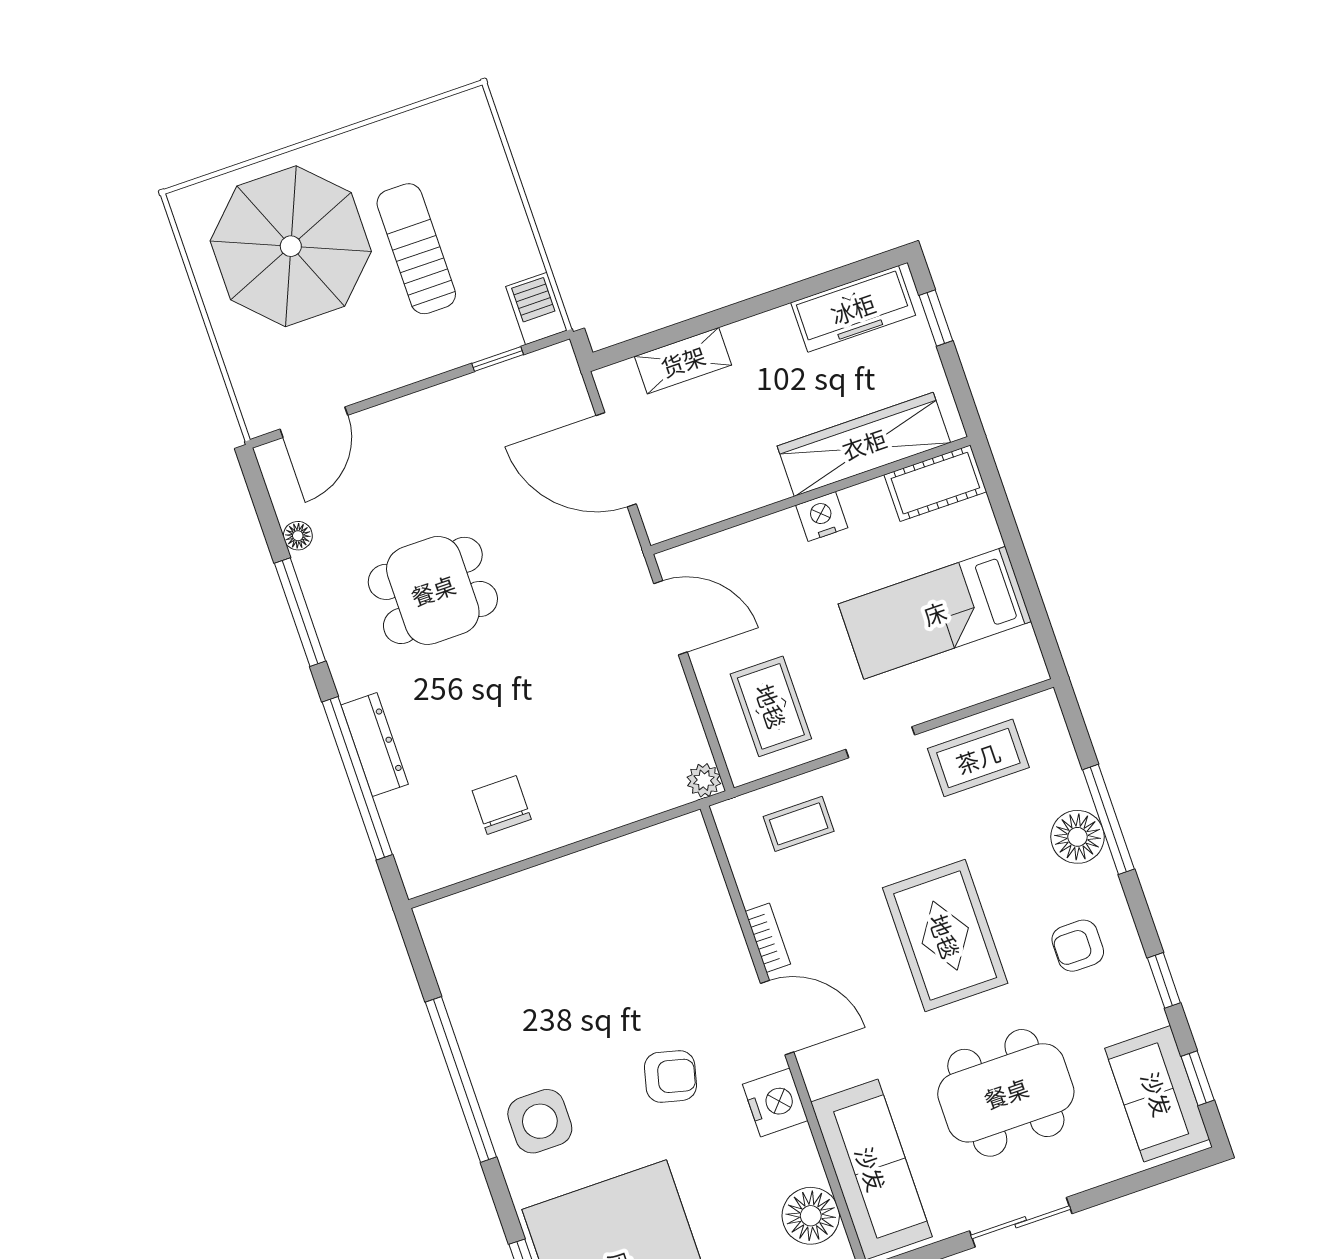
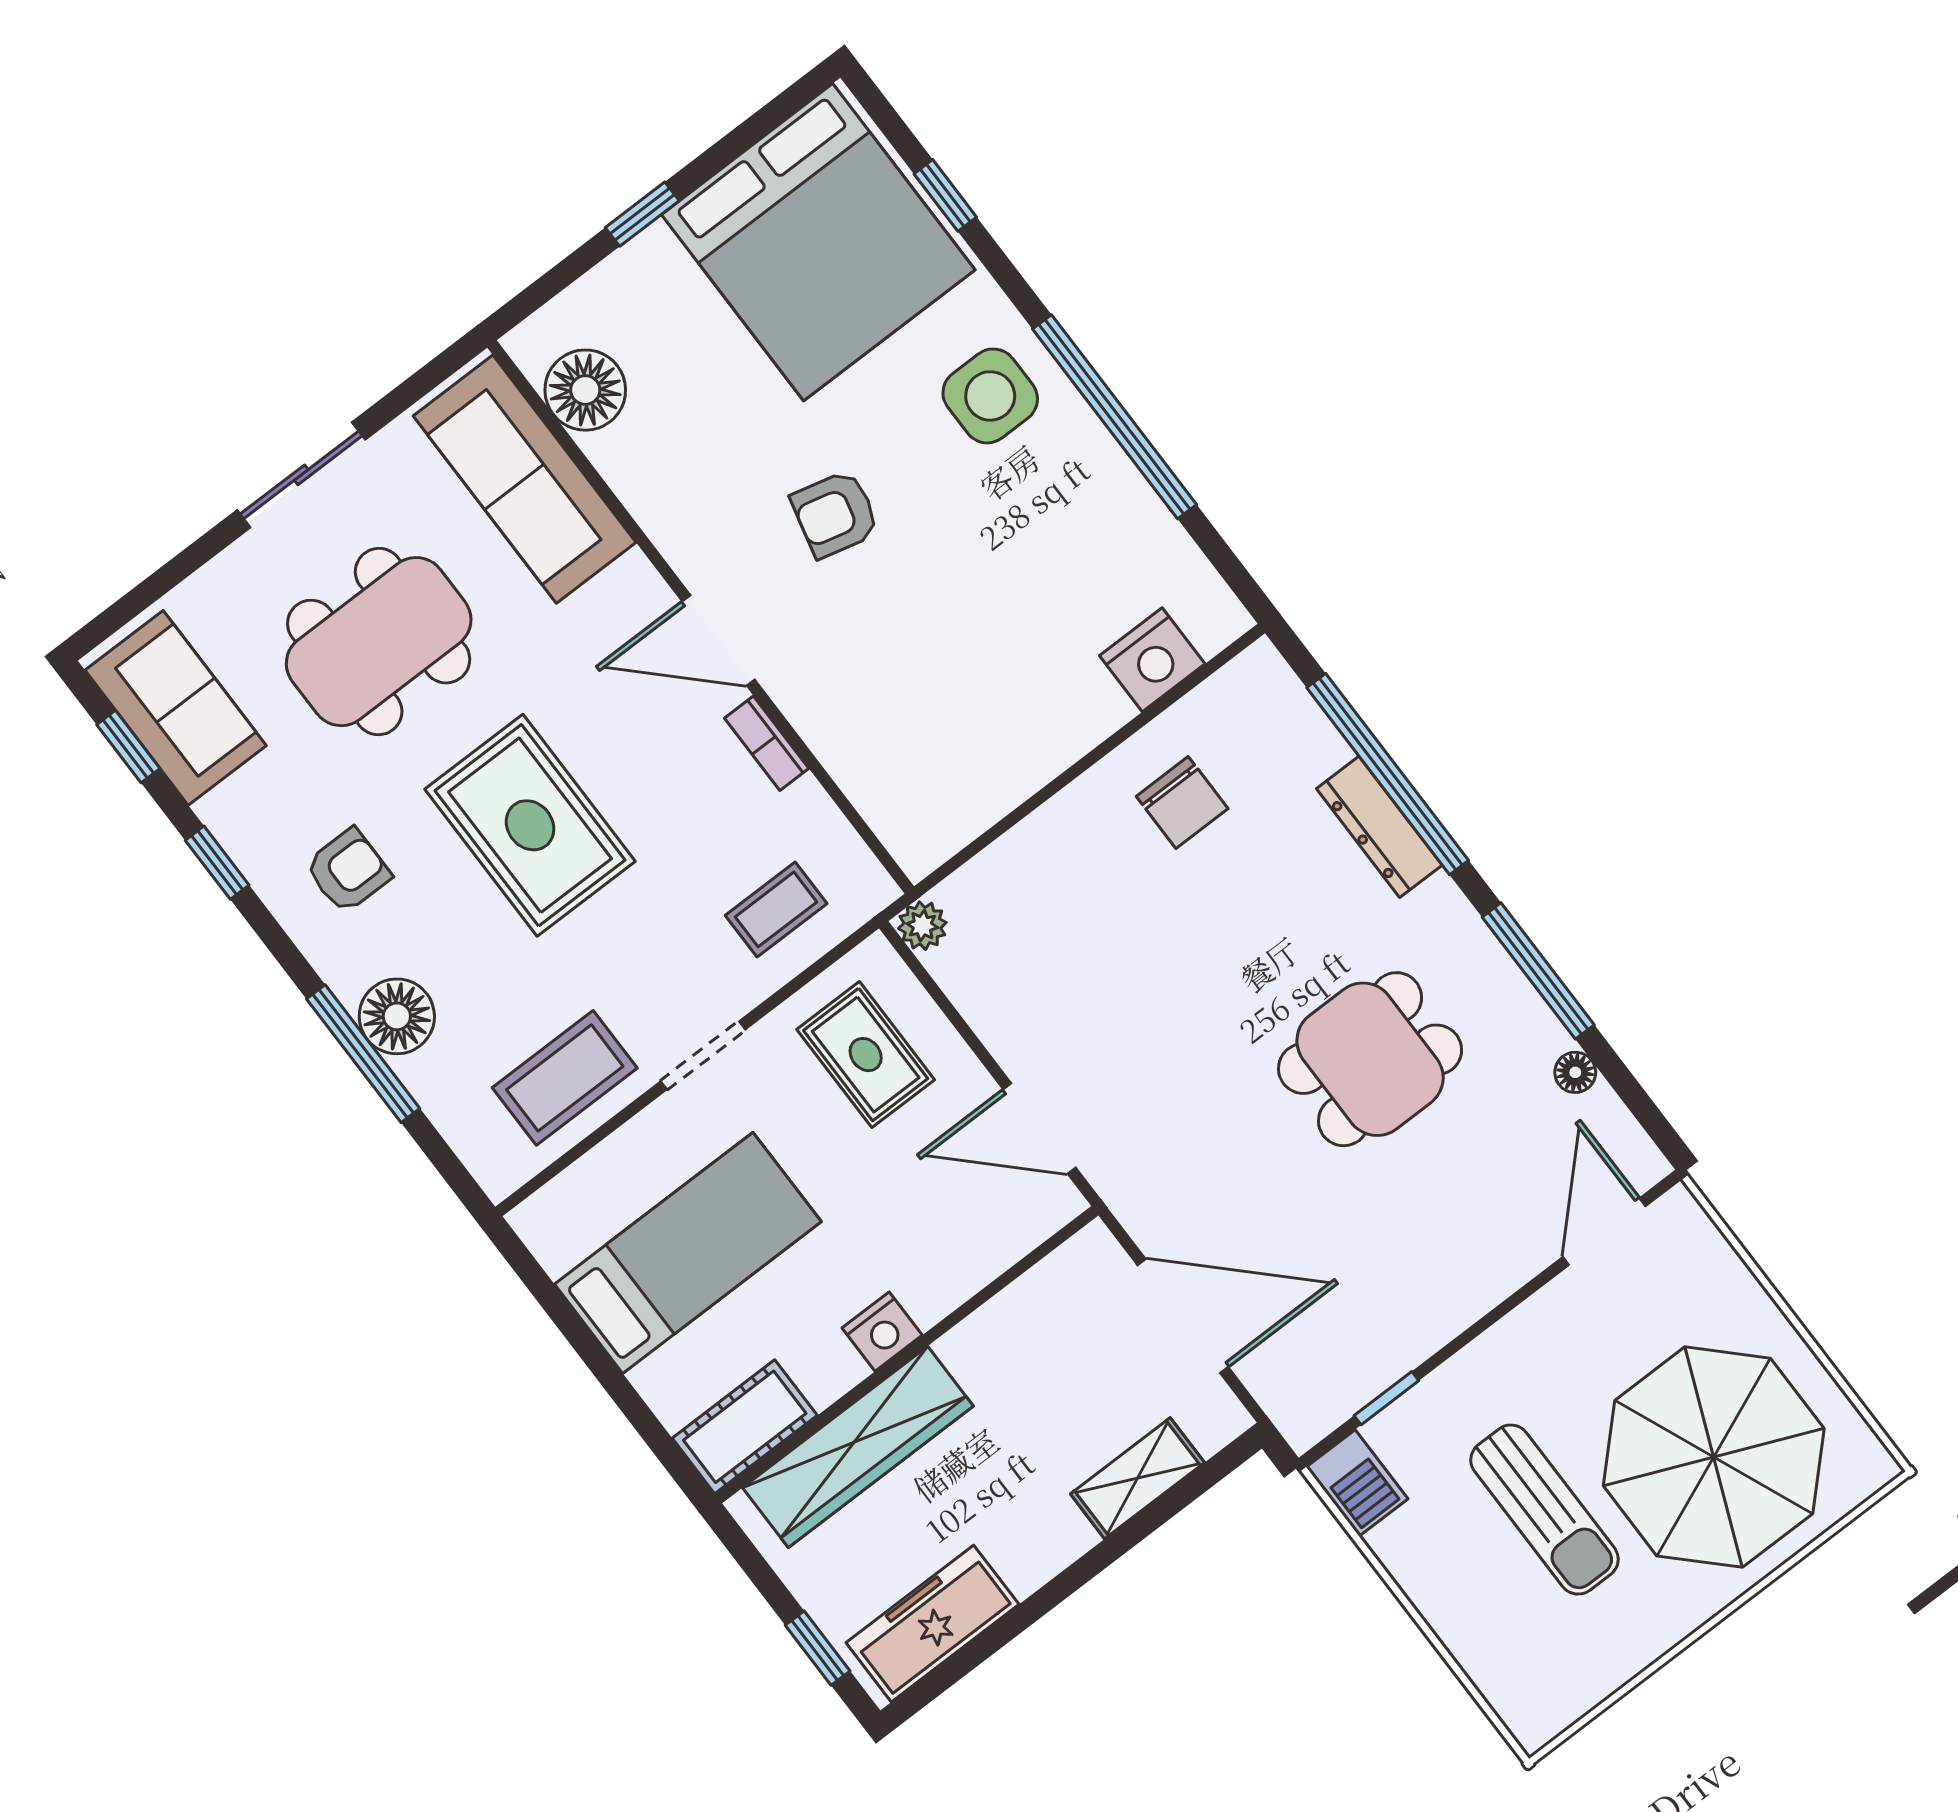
nightstand: (775, 1102) -> (1152, 660), moved, turned -90

